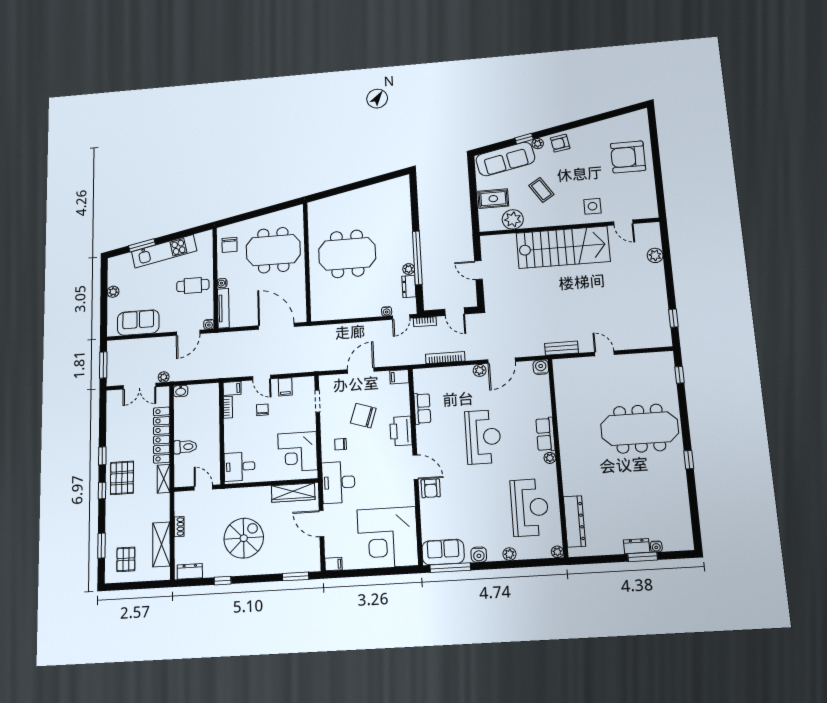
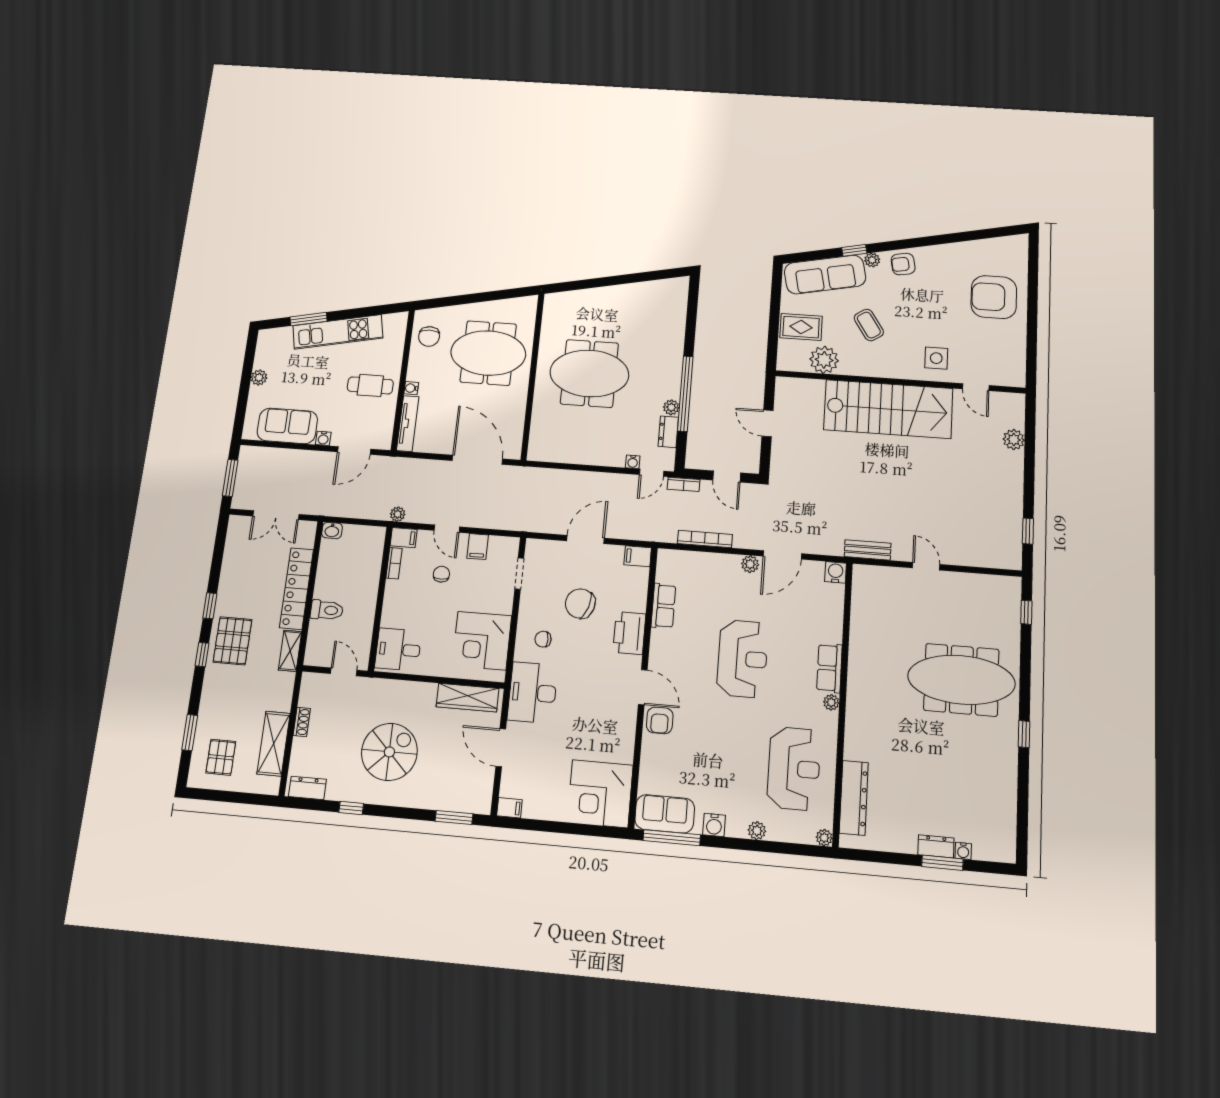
water cooler: (209, 324) -> (323, 438), moved
plant: (164, 377) -> (398, 514), moved
corner desk: (388, 538) -> (600, 794), width x0.74, depth x0.74

